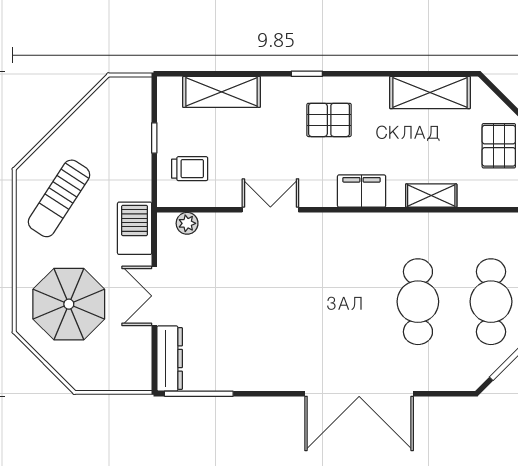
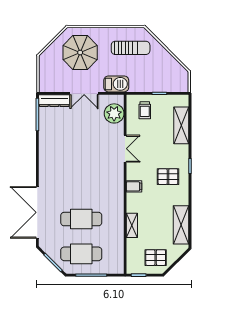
pallet: (329, 120) -> (168, 177), turned 90
filing cabinet: (362, 191) -> (134, 186), width x0.50
sun lounger: (59, 198) -> (131, 48), turned 147
plant: (187, 223) -> (114, 113), width x1.87, depth x1.87
double door: (154, 296) -> (84, 93), swing flipped
double door: (359, 394) -> (37, 212), moved

